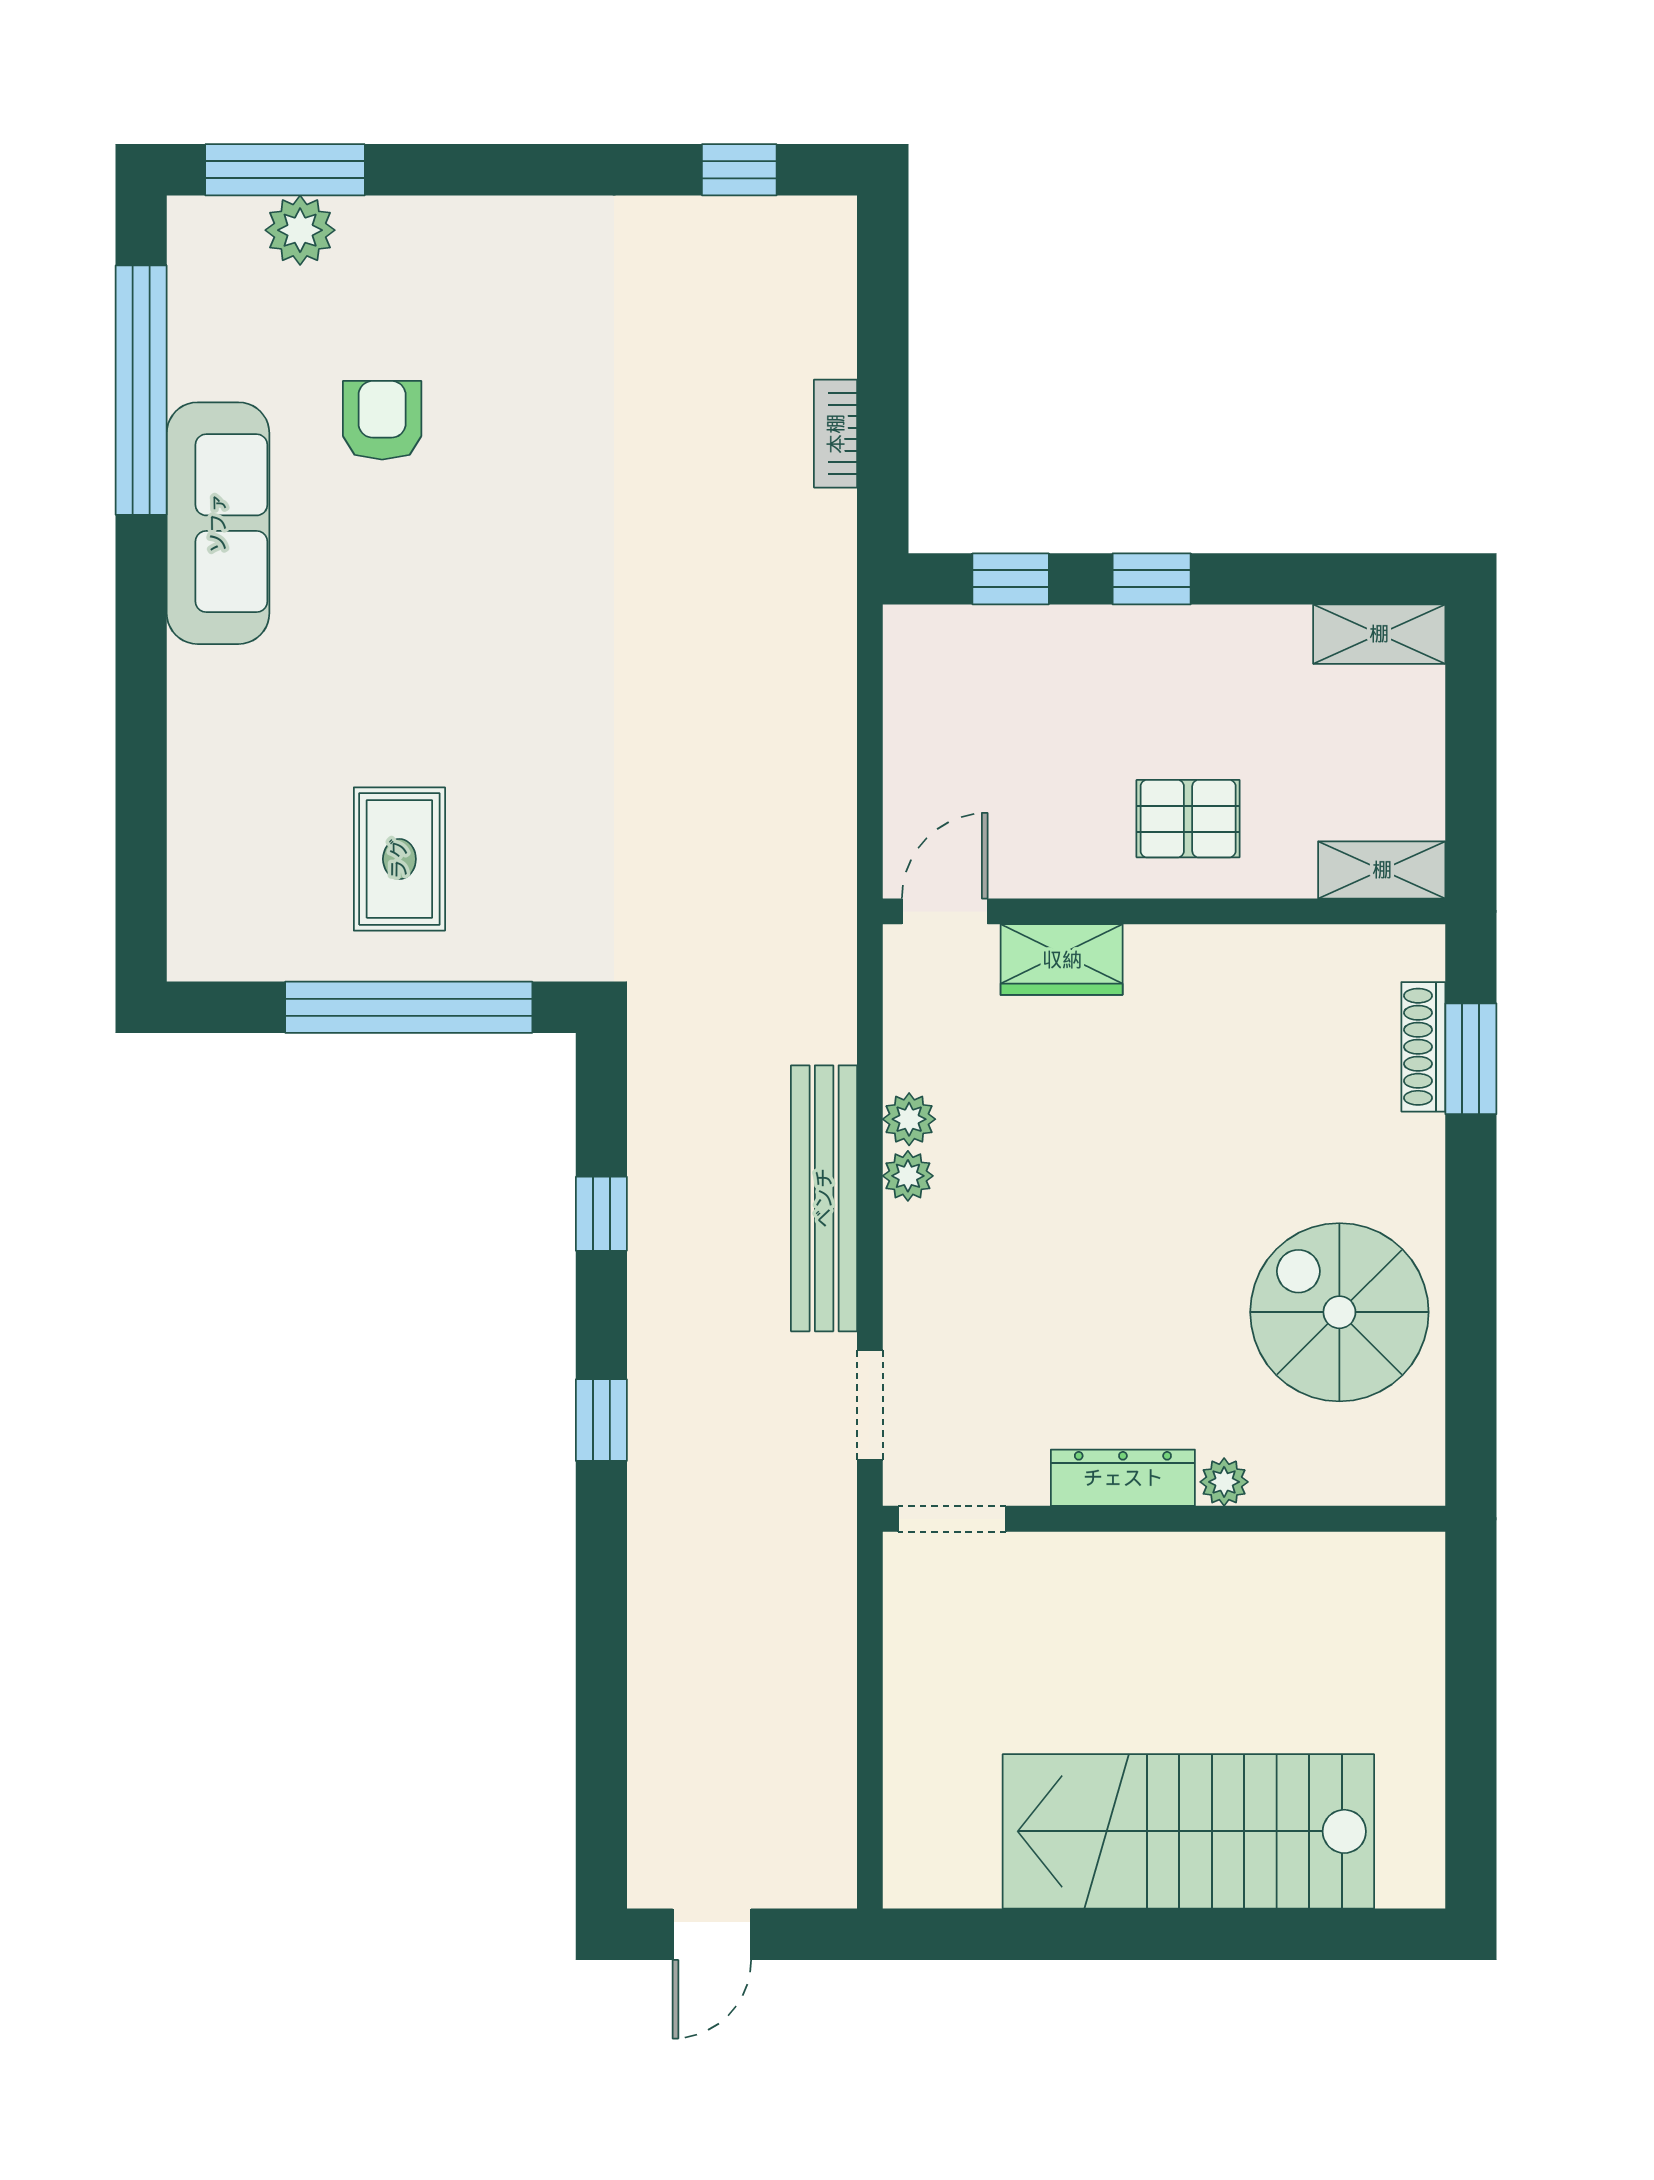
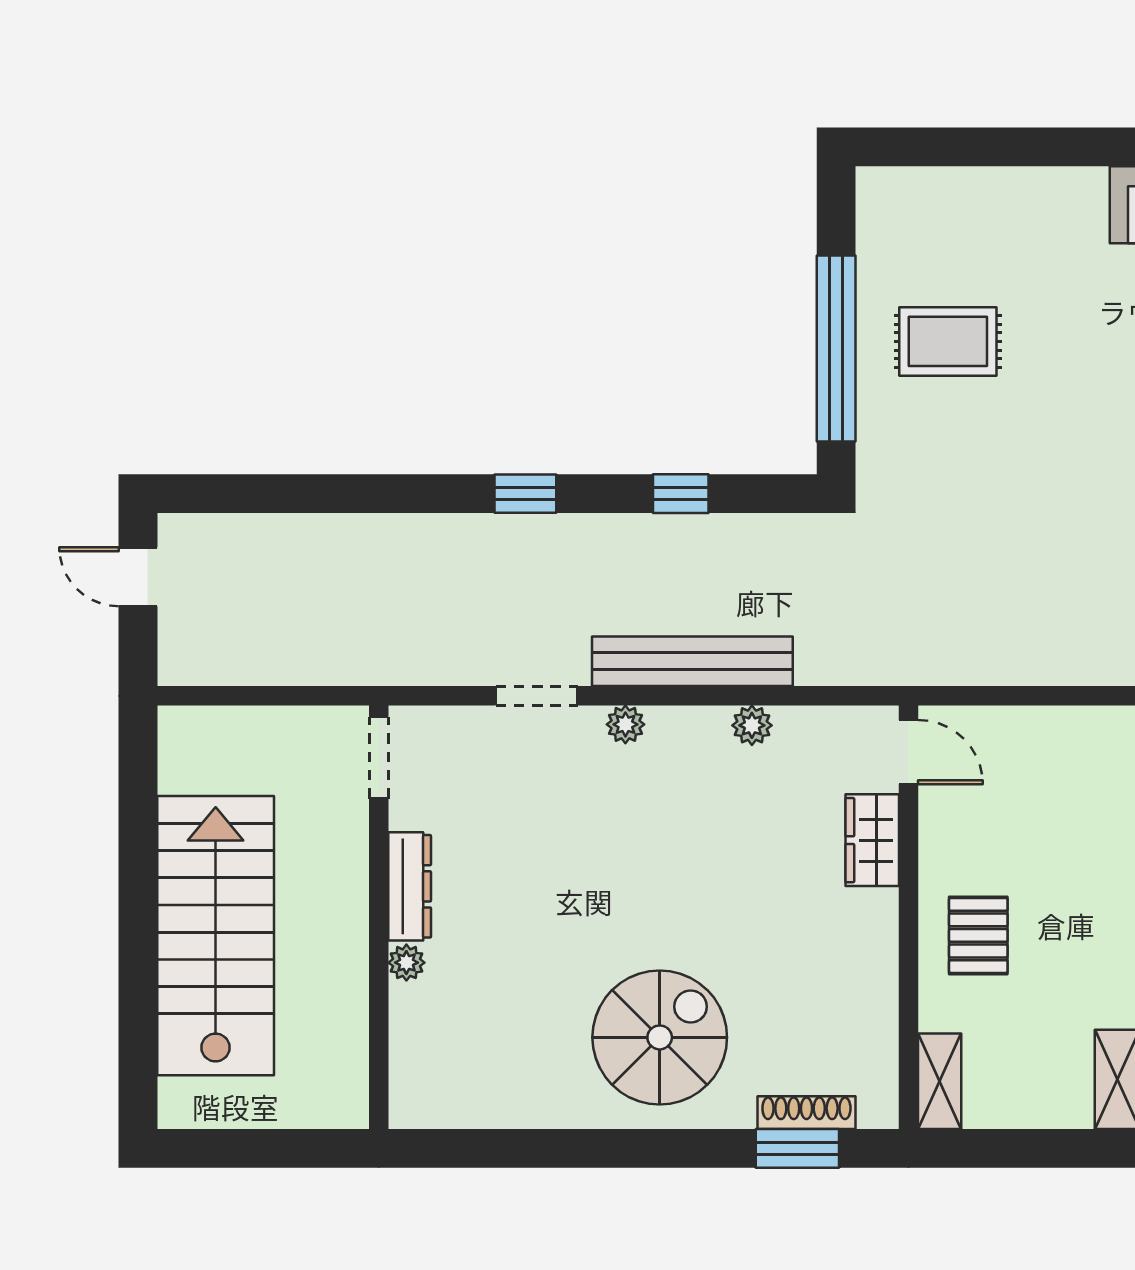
plant: (908, 1176) -> (625, 724), moved
spiral stairs: (1339, 1312) -> (660, 1037), moved
dresser: (1123, 1478) -> (410, 886), moved
plant: (1224, 1482) -> (406, 963), moved
doorway: (952, 1519) -> (379, 758), moved
wall: (1164, 1519) -> (379, 917), moved

